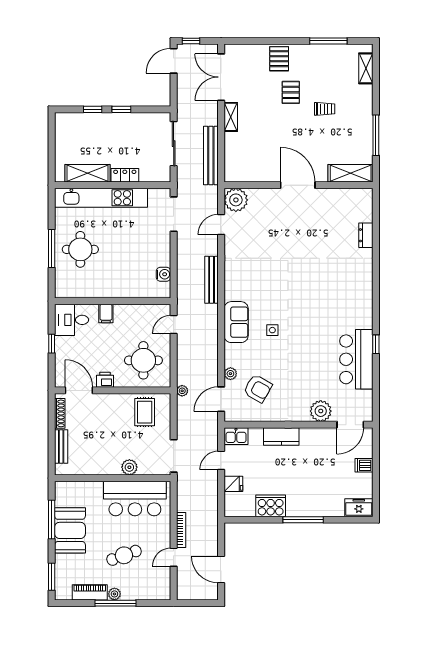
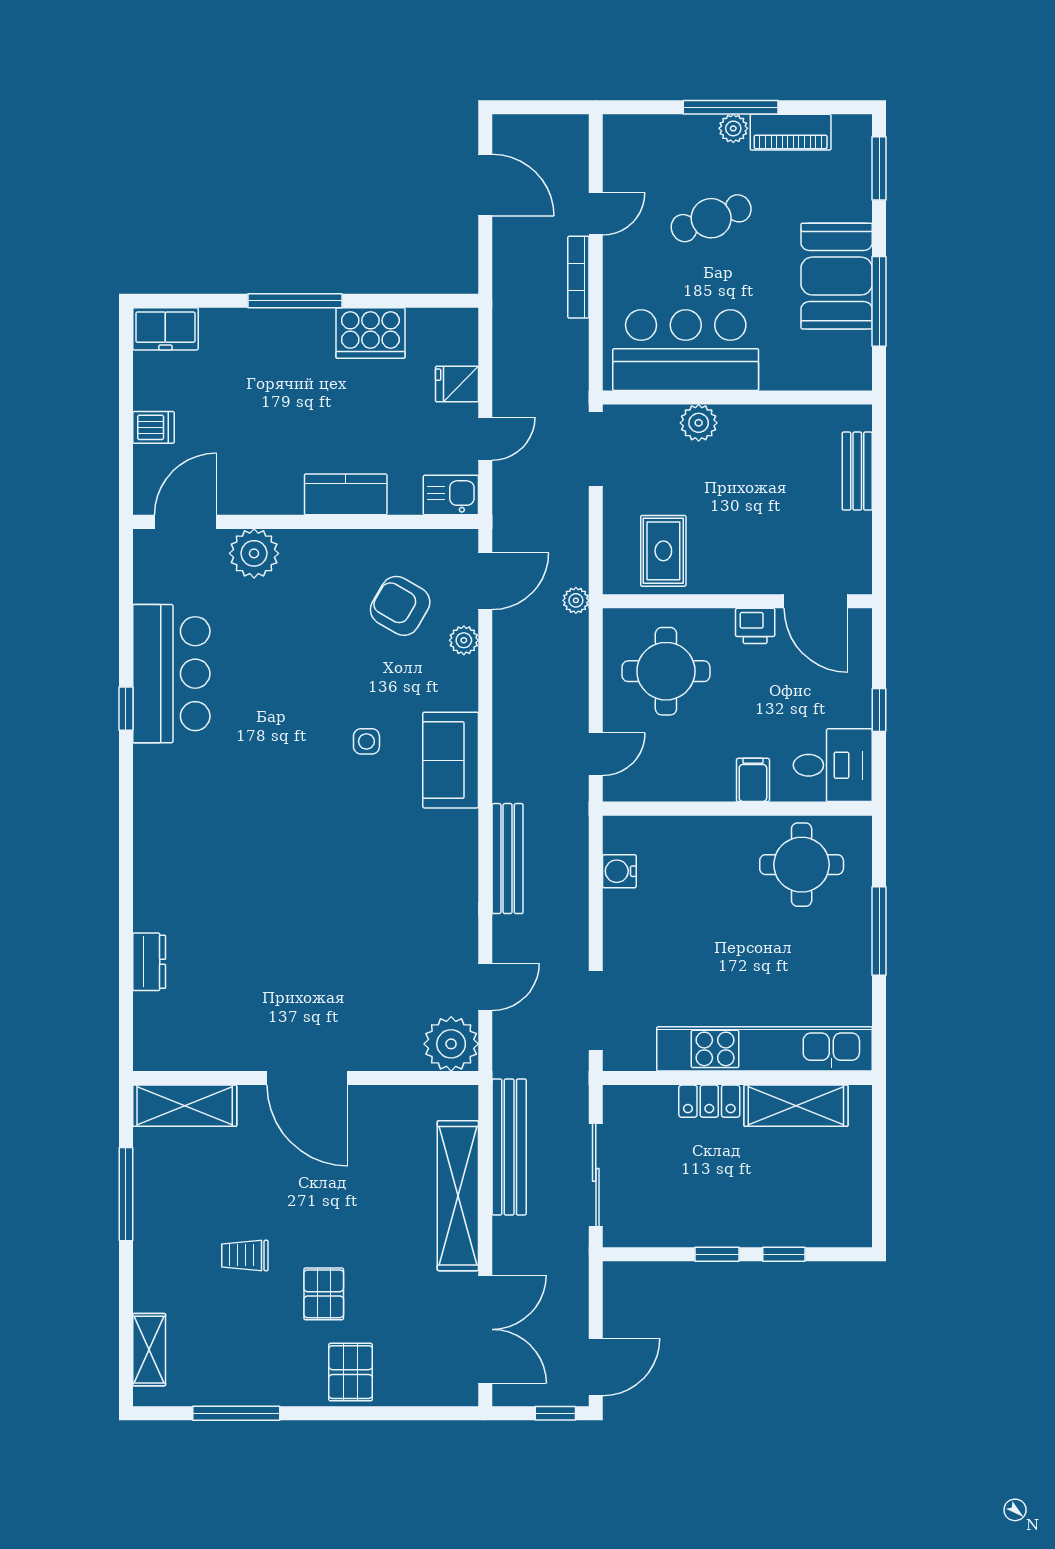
shelving: (231, 117) -> (458, 1196), width x2.20, depth x1.33
round table: (80, 249) -> (802, 865), moved
shoe rack: (60, 413) -> (860, 548), removed

